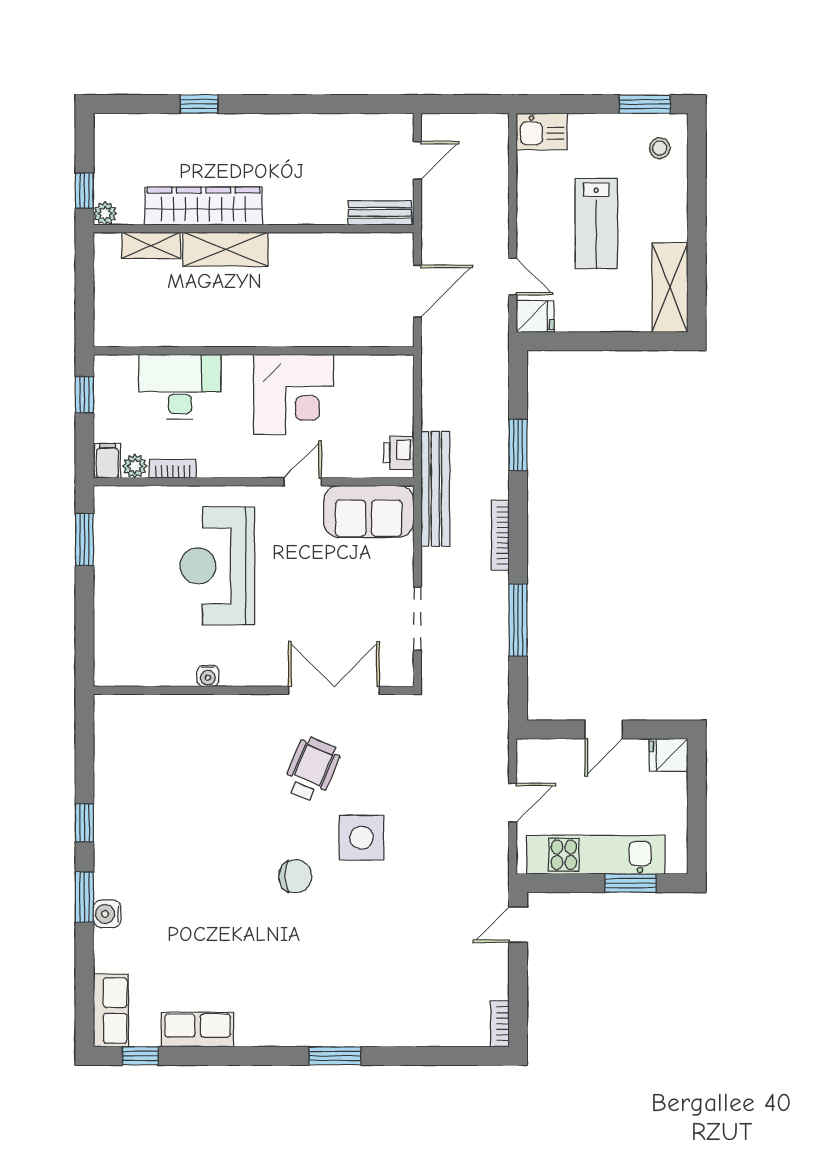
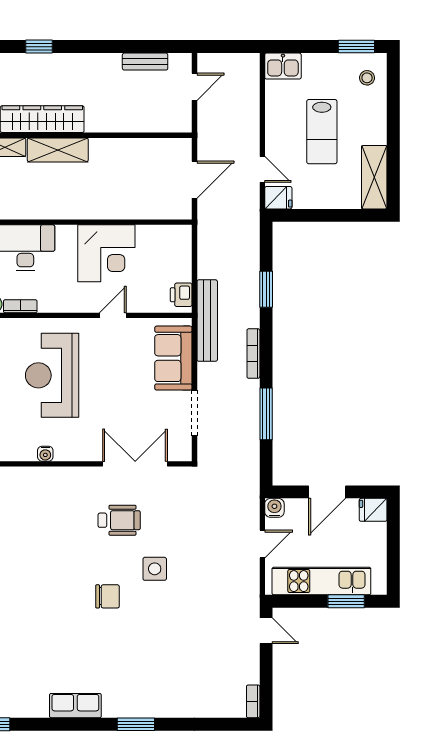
bench: (380, 213) -> (145, 62), moved
sofa: (369, 511) -> (173, 358), moved, turned 90
door: (604, 730) -> (327, 492), width x1.38
water cooler: (530, 752) -> (274, 508), added
wheelchair: (312, 769) -> (119, 520), turned 67
side table: (361, 838) -> (155, 569), width x0.73, depth x0.73
door: (518, 925) -> (266, 631), swing flipped
row of seats: (198, 1030) -> (75, 706), moved

